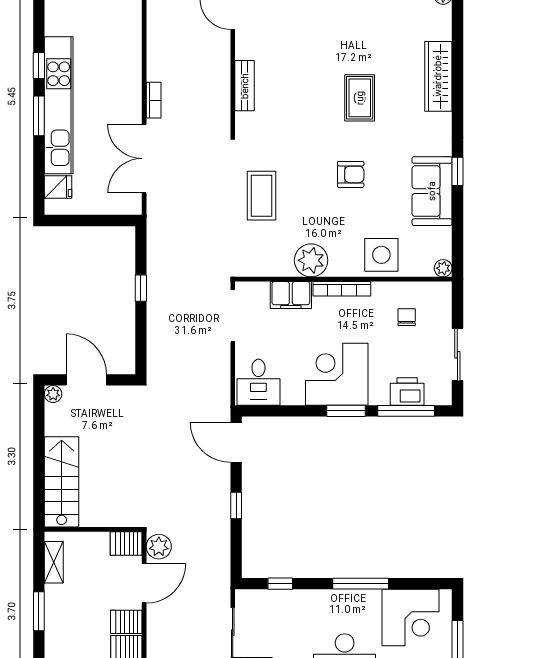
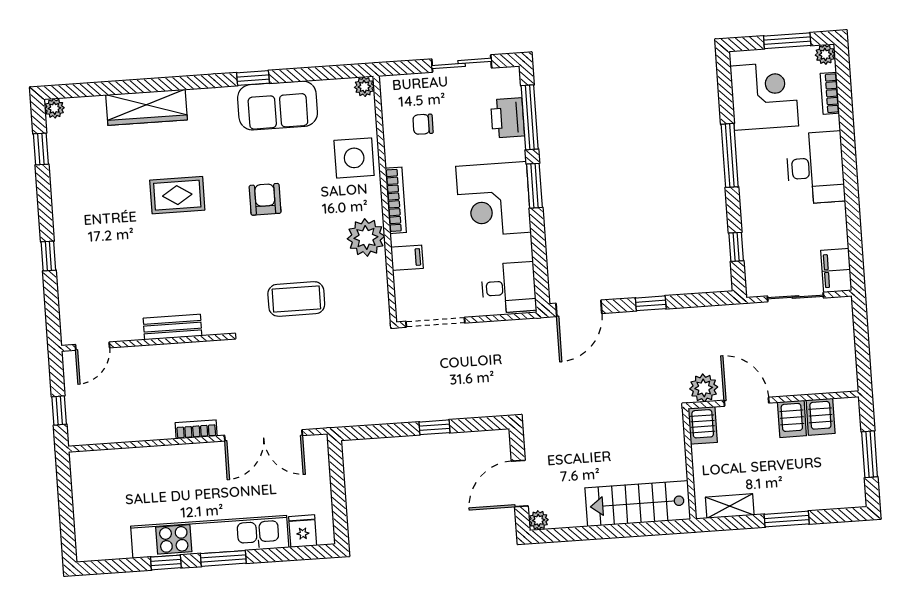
window: (141, 288) -> (435, 427), moved
filing cabinet: (291, 295) -> (407, 258), width x0.50

